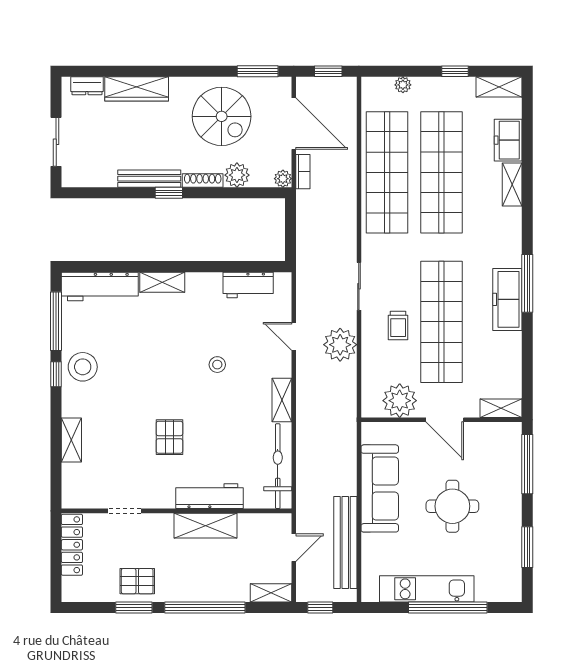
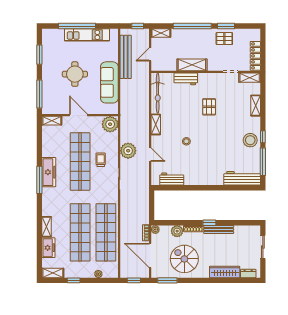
shelving: (162, 282) -> (250, 78), moved
plant: (400, 401) -> (110, 124), moved
workbench: (209, 496) -> (186, 79), width x0.73

